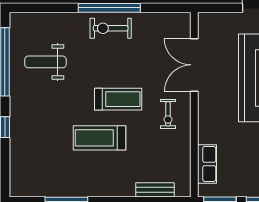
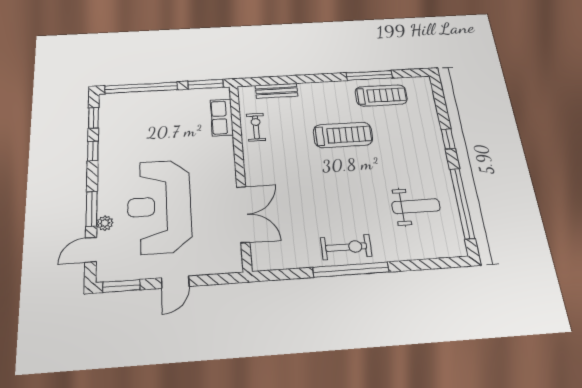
treadmill: (118, 99) -> (381, 95), moved, turned 180
exercise bike: (168, 114) -> (256, 127), moved

